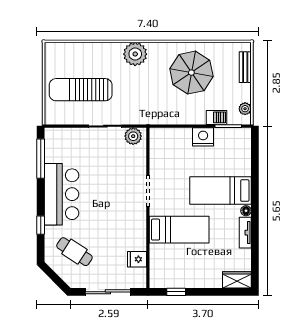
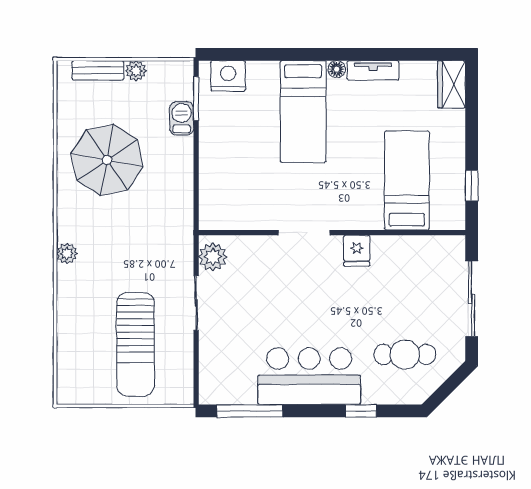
plant: (135, 54) -> (67, 253), width x0.53, depth x0.53
plant: (245, 109) -> (136, 71), moved
nightstand: (203, 137) -> (228, 76), moved, turned 90
bed: (179, 230) -> (407, 180), moved
cafe table: (74, 252) -> (405, 354), turned 57
fridge: (137, 259) -> (357, 251), moved

